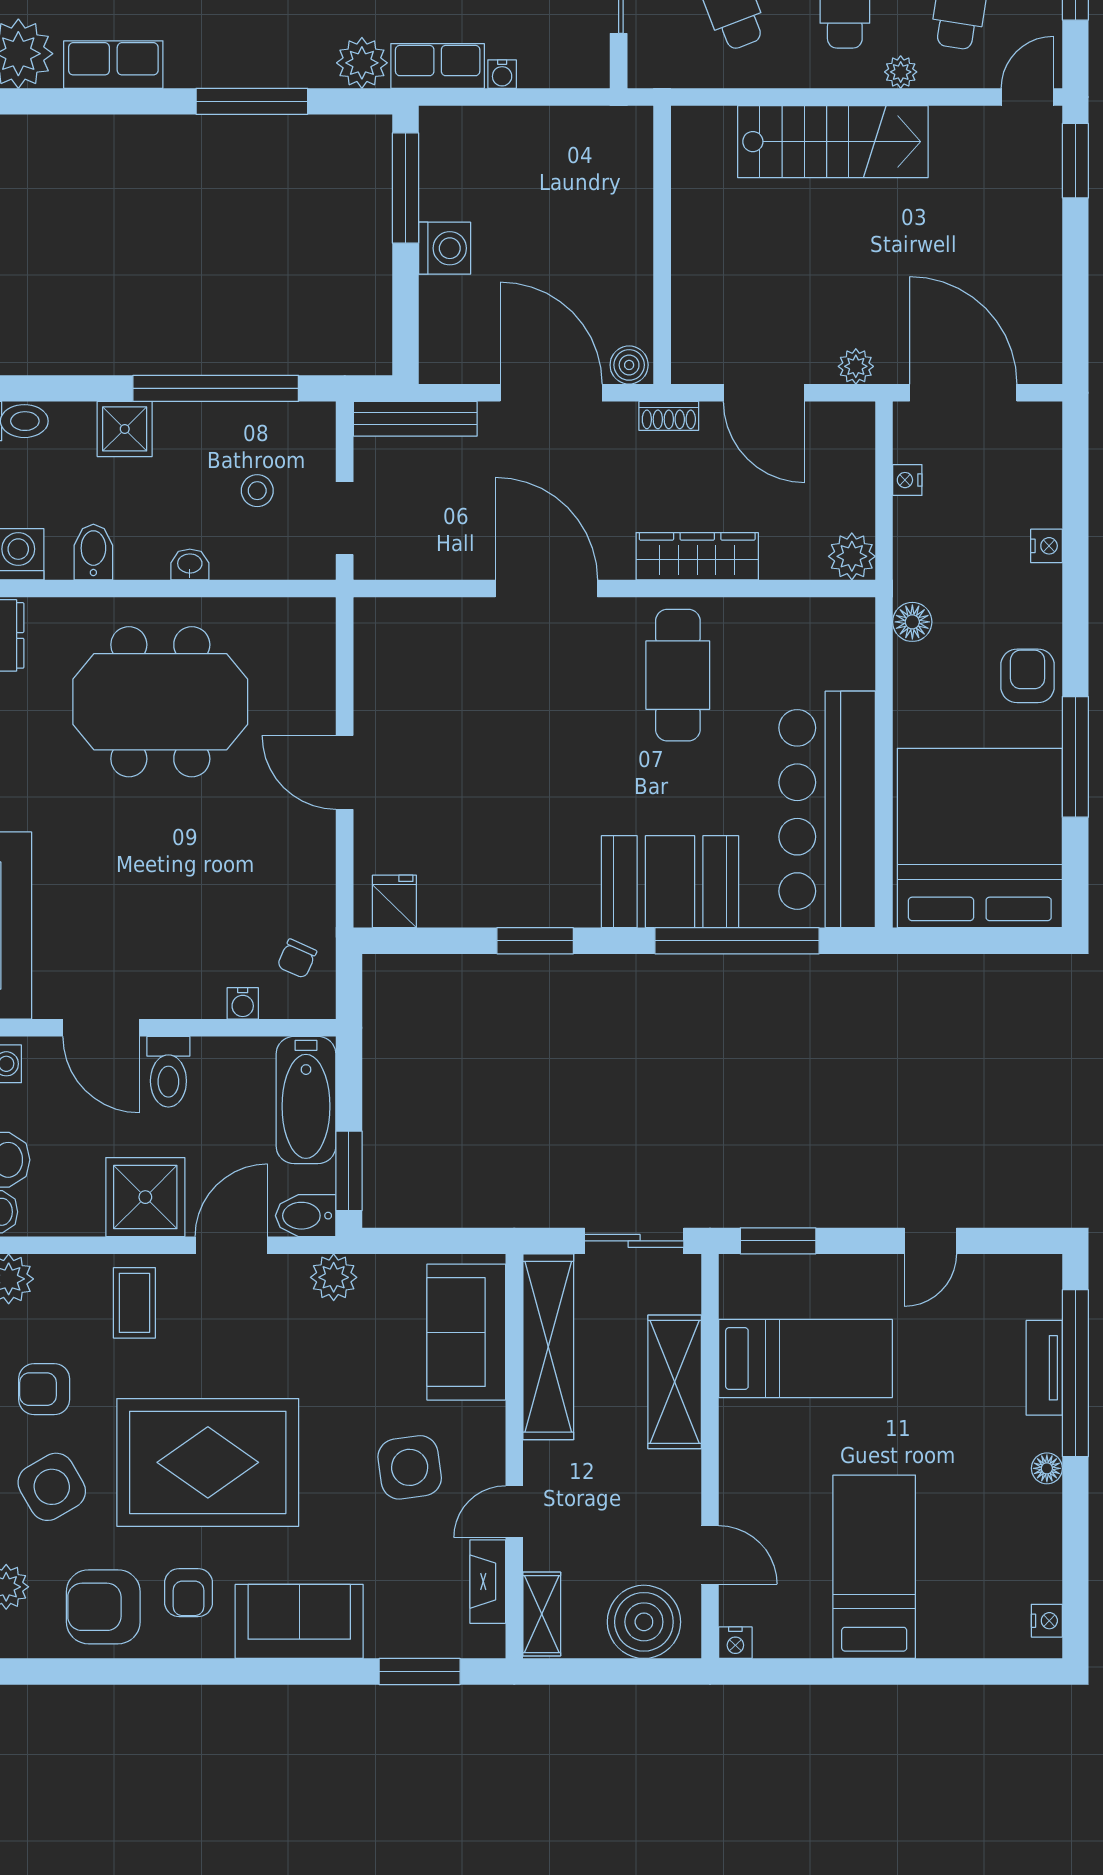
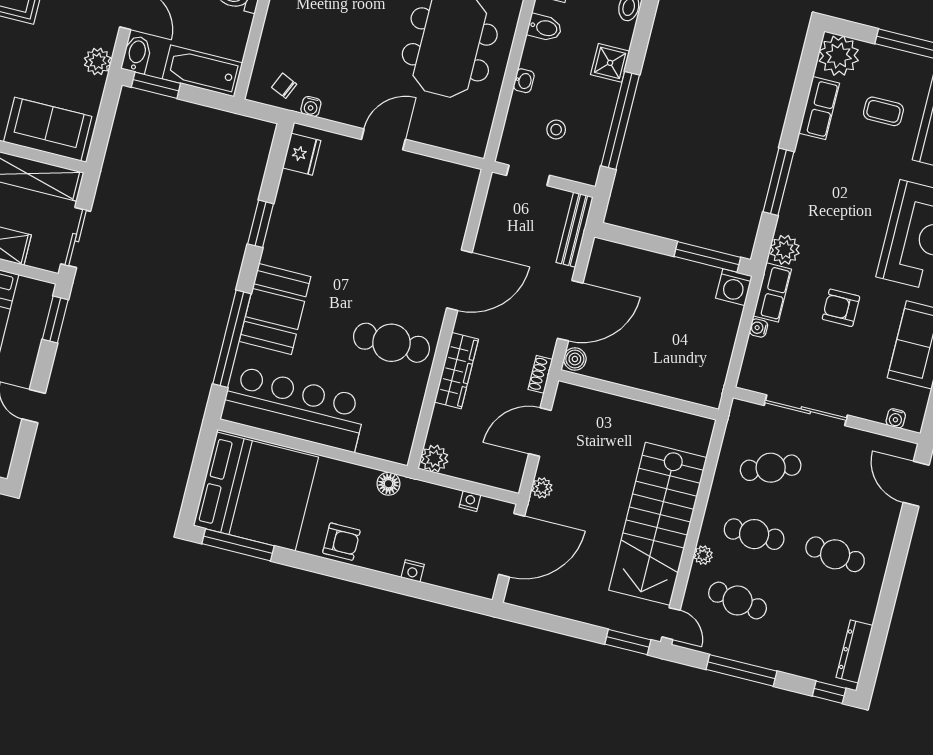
stairs: (833, 142) -> (658, 524), width x1.36, depth x1.51
washing machine: (445, 248) -> (734, 287), moved
window: (1075, 757) -> (238, 545), moved
fridge: (394, 901) -> (302, 154), width x1.38
water cooler: (243, 1003) -> (311, 107), moved, turned -90

